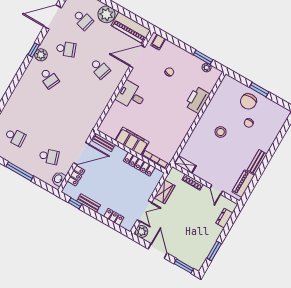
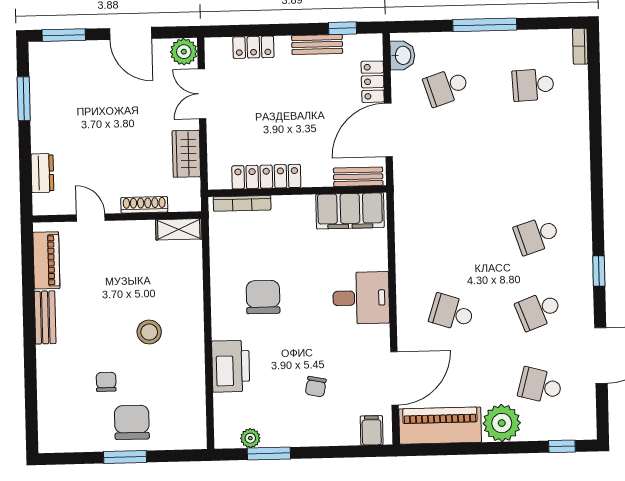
plant: (41, 55) -> (579, 270), removed
school desk: (49, 78) -> (537, 235), turned -42
chair: (169, 119) -> (263, 297), added
filing cabinet: (132, 141) -> (350, 211), moved

